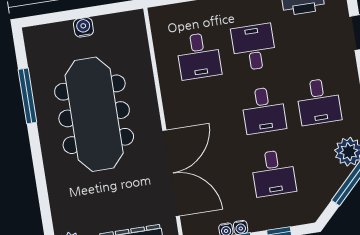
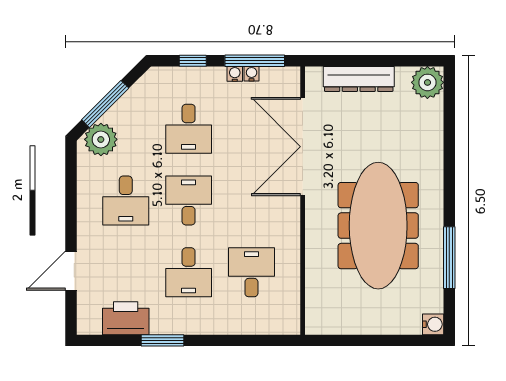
water cooler: (83, 27) -> (433, 324), moved, turned -90
desk: (319, 102) -> (126, 201), turned 180
desk: (273, 173) -> (189, 129), turned 180

